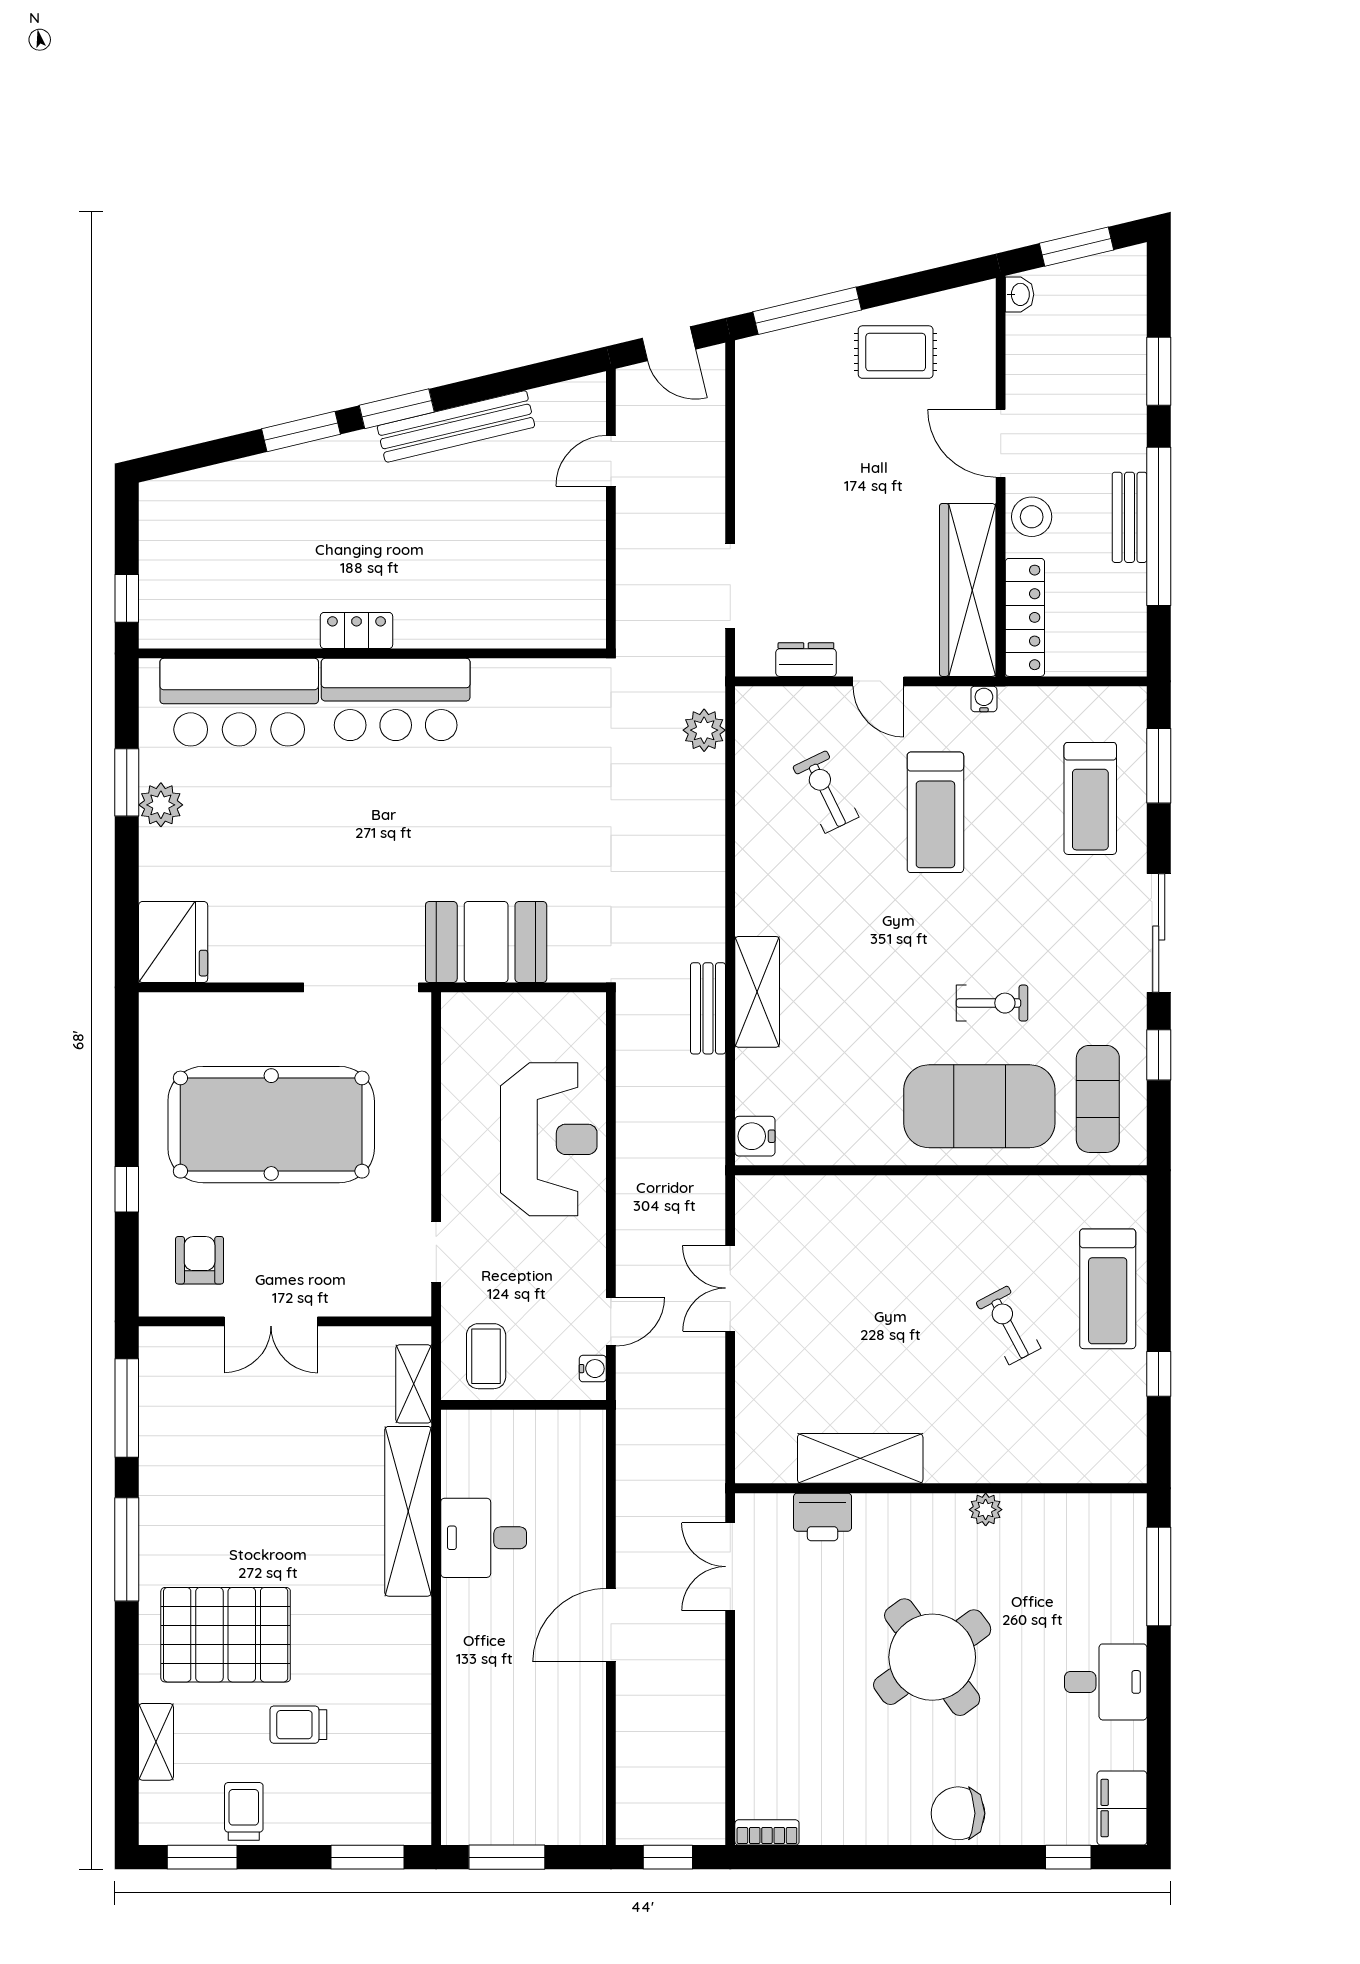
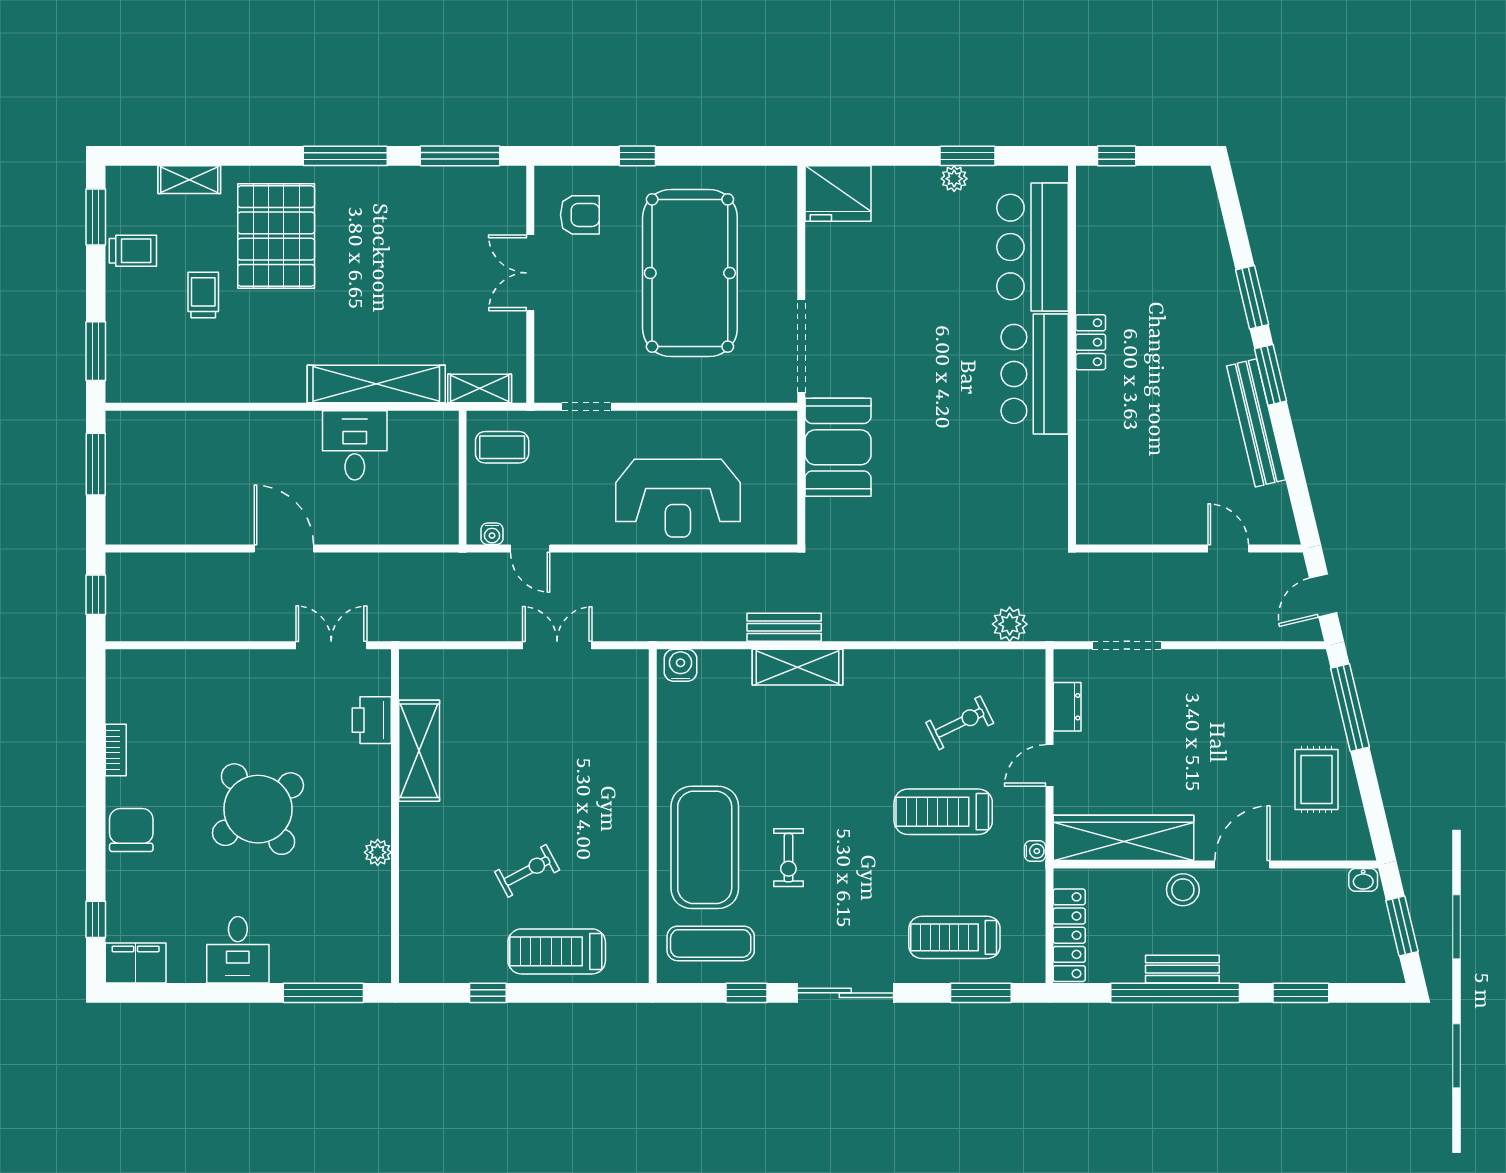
locker: (1025, 617) -> (1069, 935), moved, turned -90
plant: (161, 805) -> (954, 179), width x0.73, depth x0.73
bookcase: (767, 1832) -> (116, 750), moved

